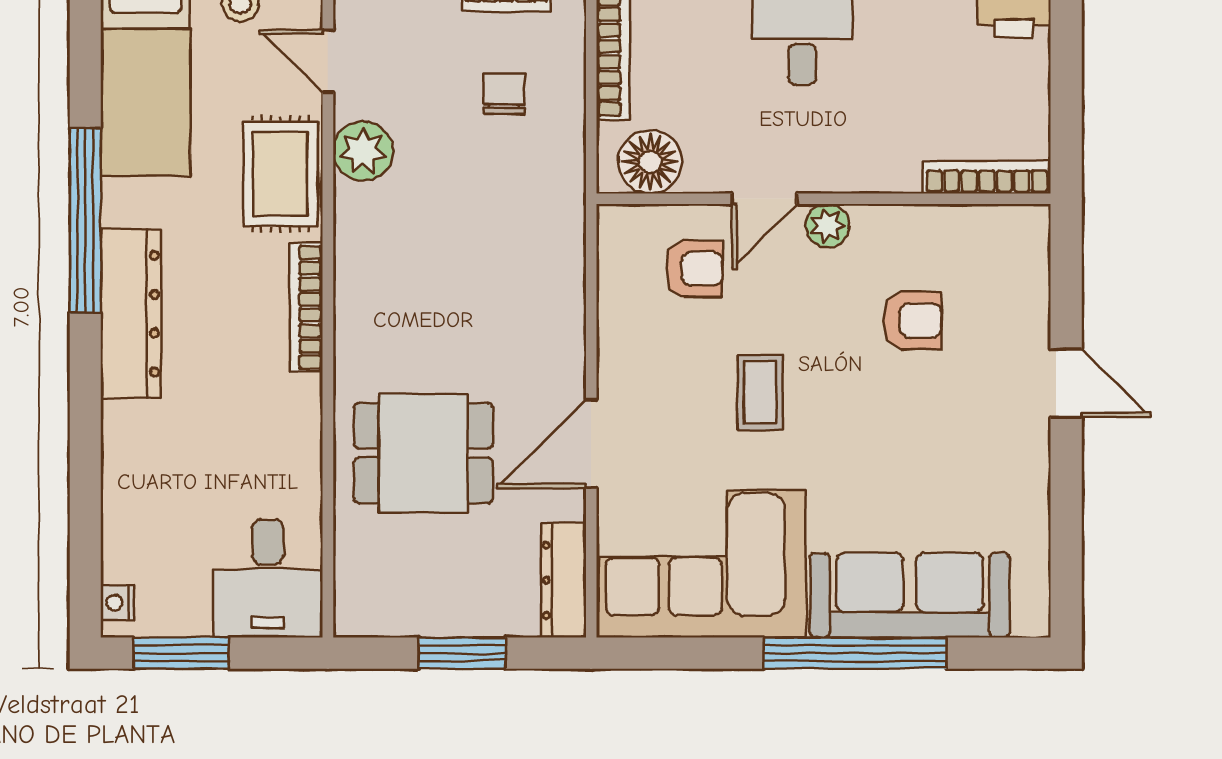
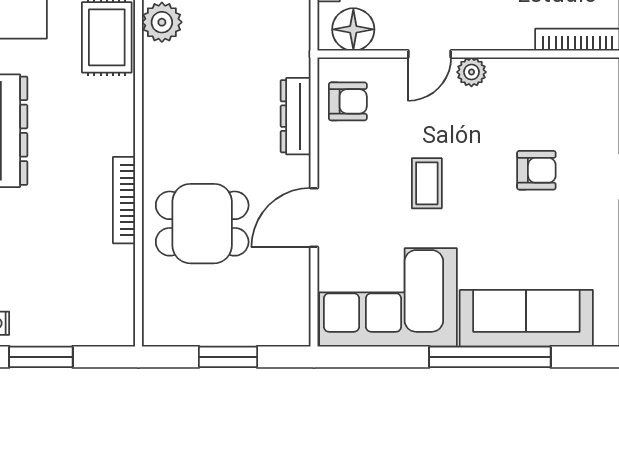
armchair: (694, 269) -> (348, 101), moved
bookcase: (306, 307) -> (124, 200), moved
armchair: (913, 320) -> (536, 170), moved
desk: (268, 579) -> (99, 307), removed
dresser: (564, 580) -> (296, 116), moved

